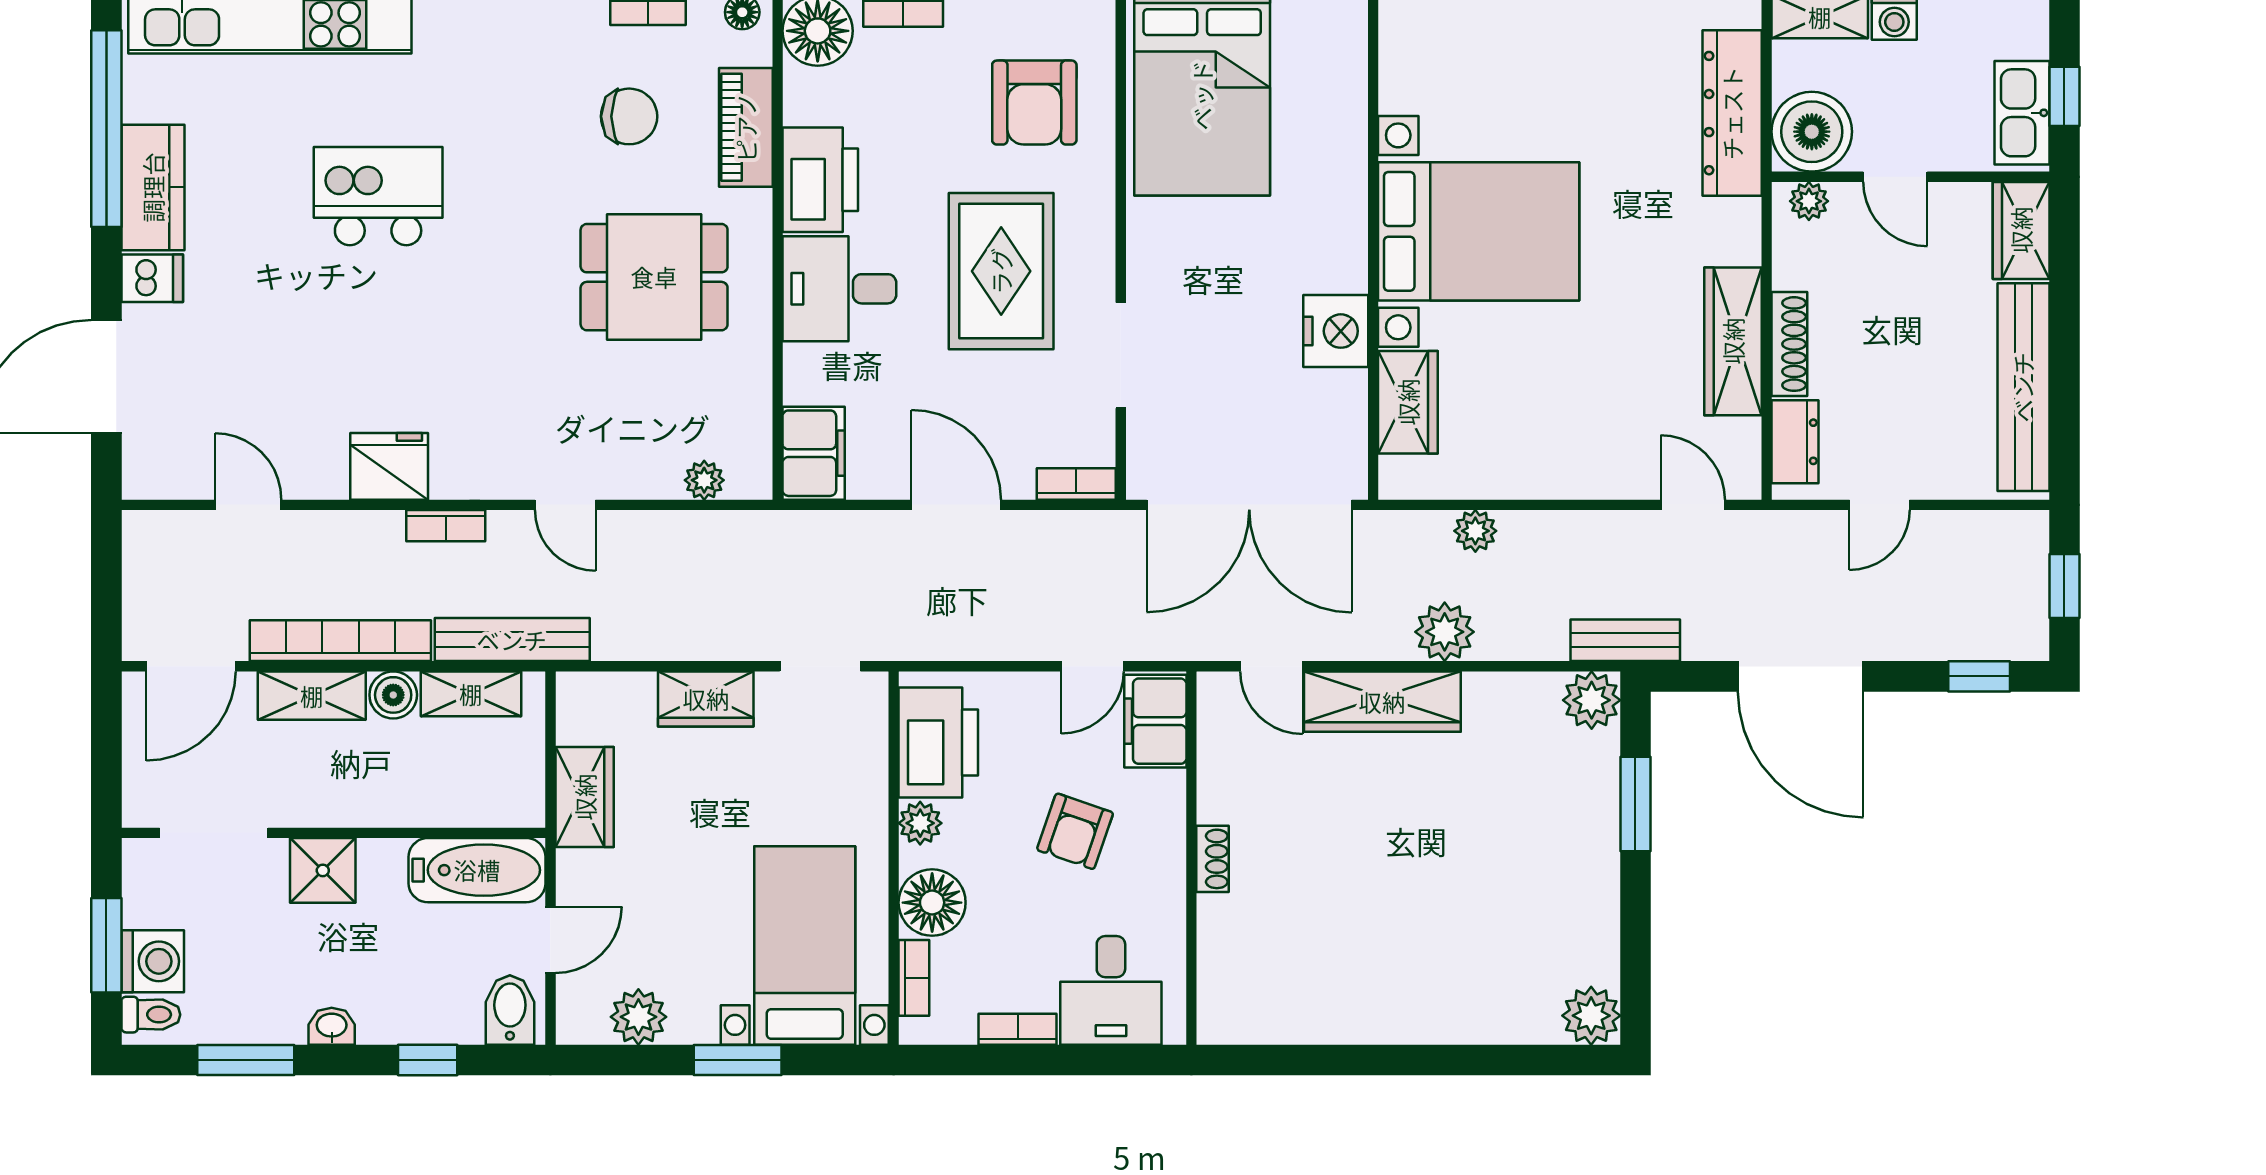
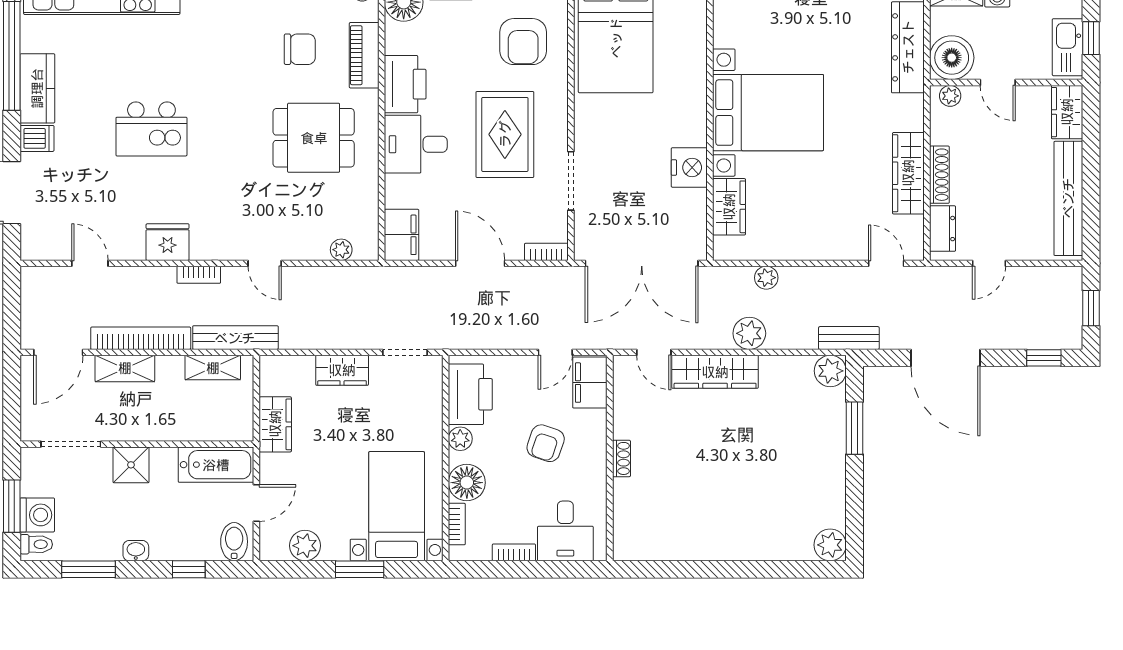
kitchen island: (378, 196) -> (151, 129), moved, turned 180
boiler: (393, 695) -> (170, 368), removed

